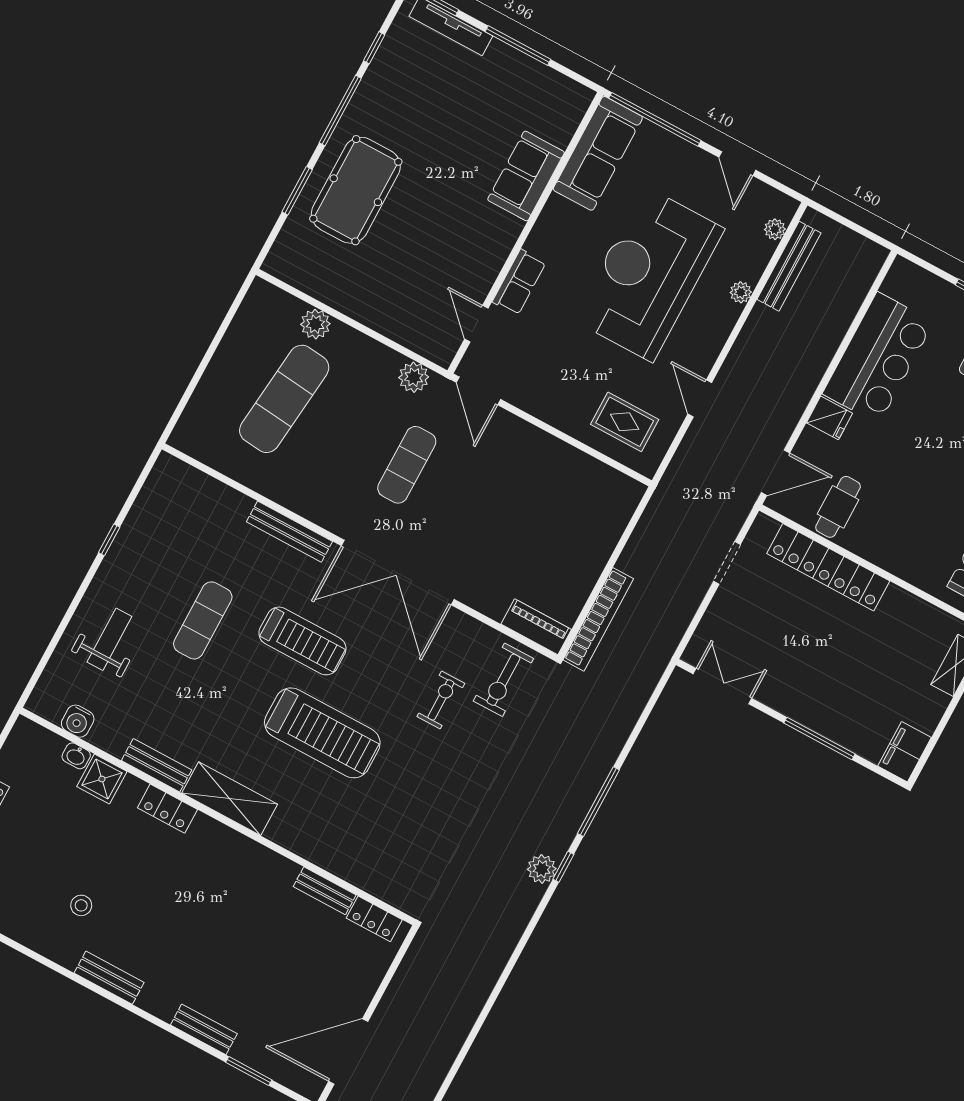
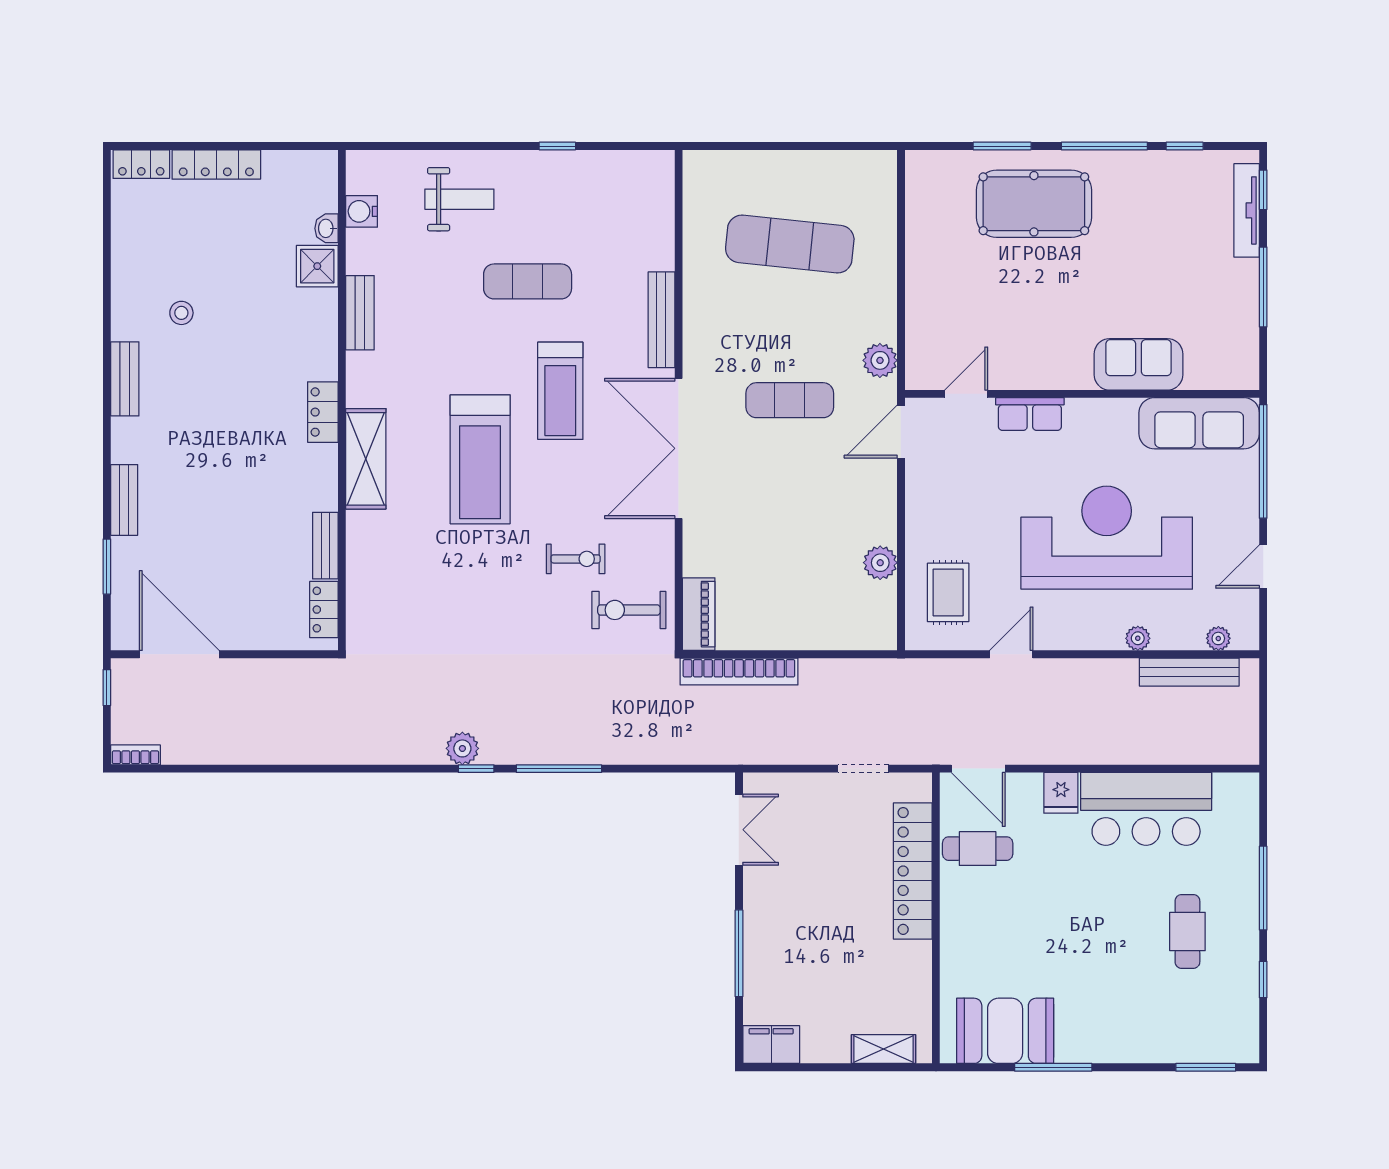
plant: (315, 324) -> (880, 563), moved
shelving: (230, 799) -> (366, 459), moved
locker: (167, 809) -> (323, 412), moved

